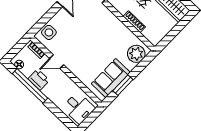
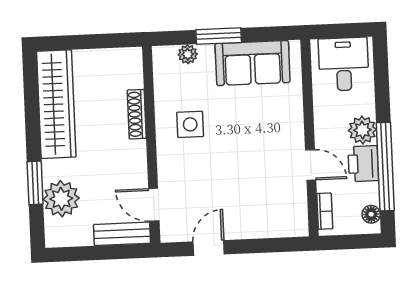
side table: (49, 32) -> (190, 124), moved
plant: (136, 54) -> (188, 54), width x0.53, depth x0.53
window: (123, 85) -> (219, 36), moved
plant: (50, 91) -> (362, 130), added

